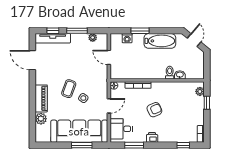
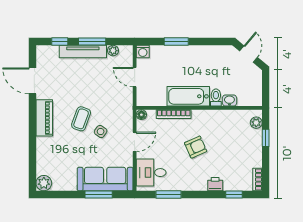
tv unit: (53, 38) -> (83, 52), moved
washing machine: (127, 38) -> (143, 51), moved
bathtub: (160, 41) -> (188, 96), moved, turned 180
piano: (41, 98) -> (44, 118), moved
plant: (41, 119) -> (44, 183), moved
sofa: (79, 131) -> (105, 179), width x0.74, depth x0.79
printer: (152, 137) -> (215, 184), moved

